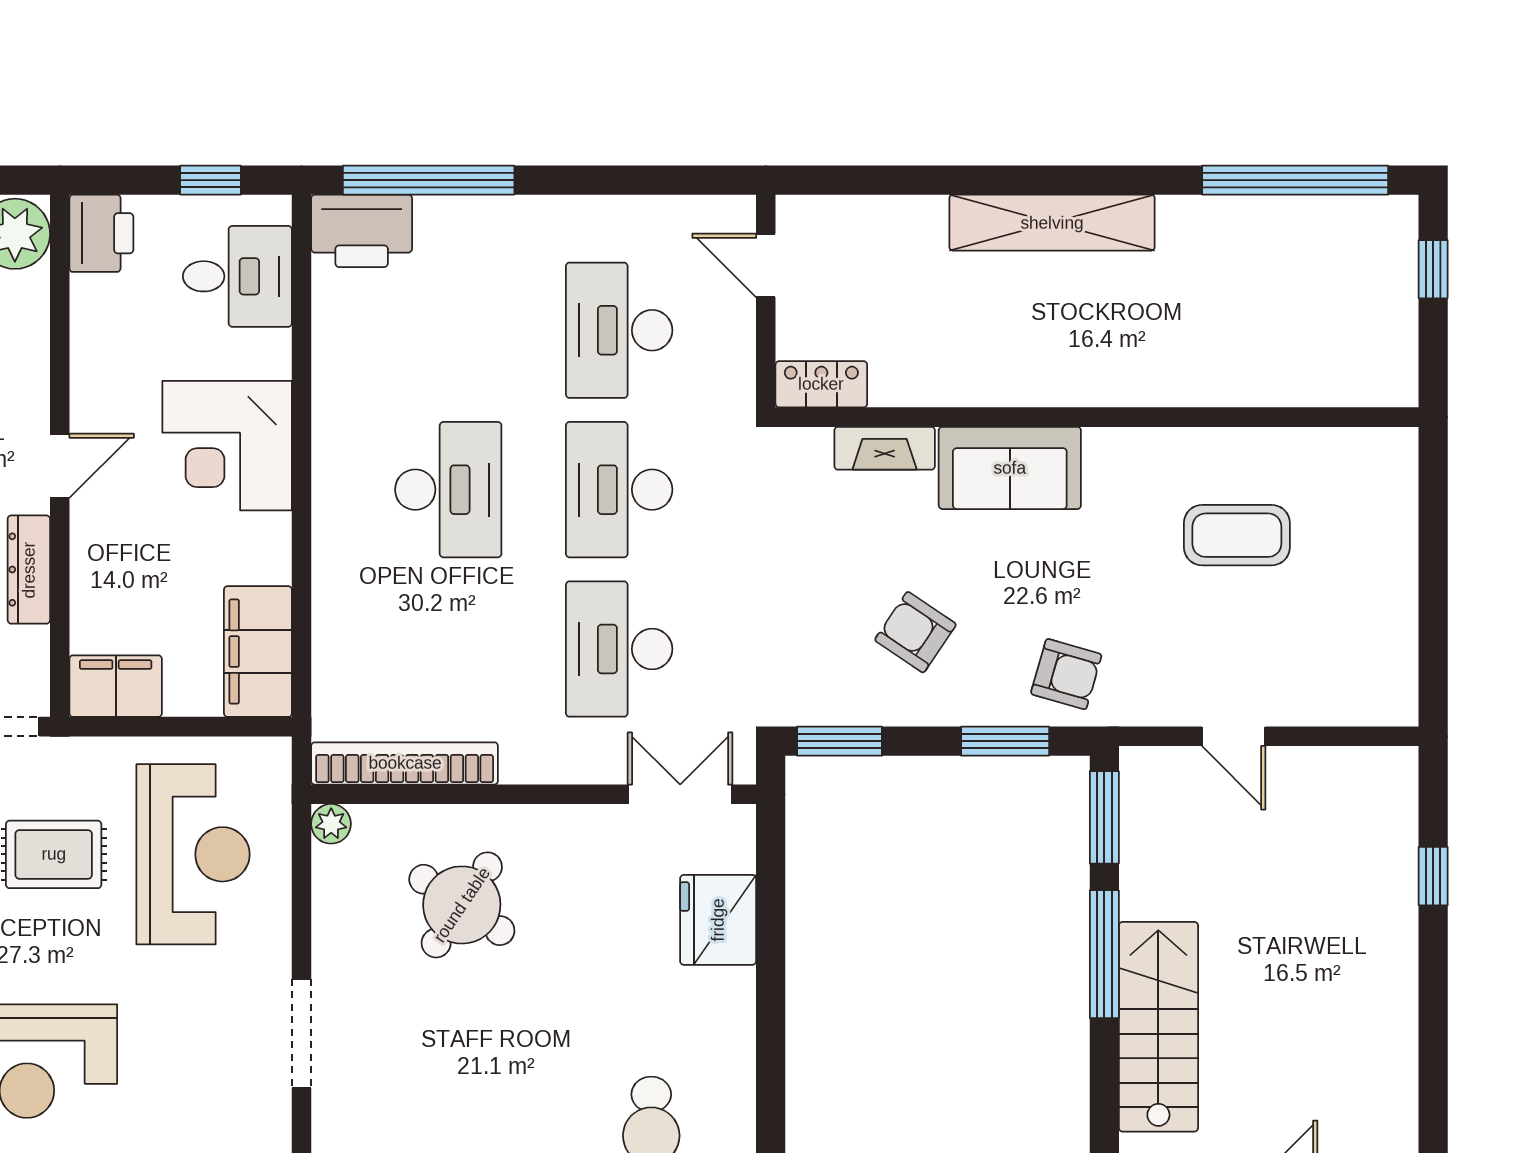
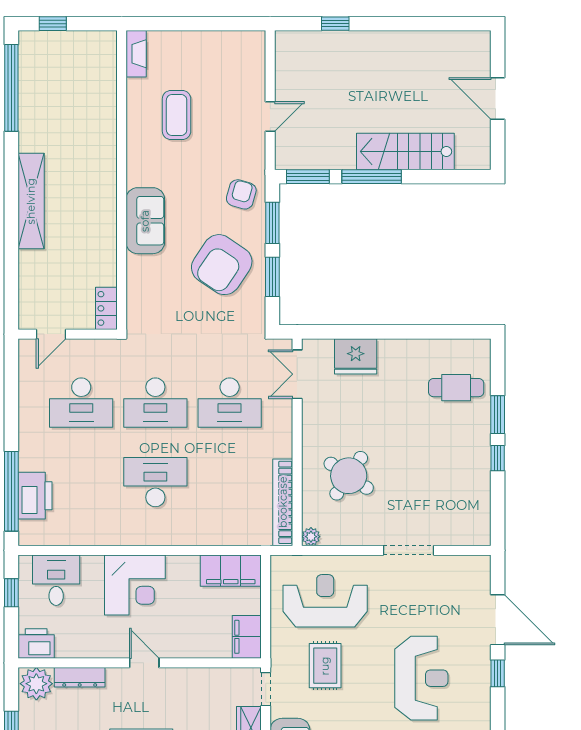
printer: (362, 231) -> (35, 496), moved
fireplace: (885, 448) -> (136, 54), moved
dresser: (29, 570) -> (80, 677), moved
armchair: (915, 632) -> (222, 265), width x1.88, depth x1.88
window: (840, 741) -> (272, 277), moved

